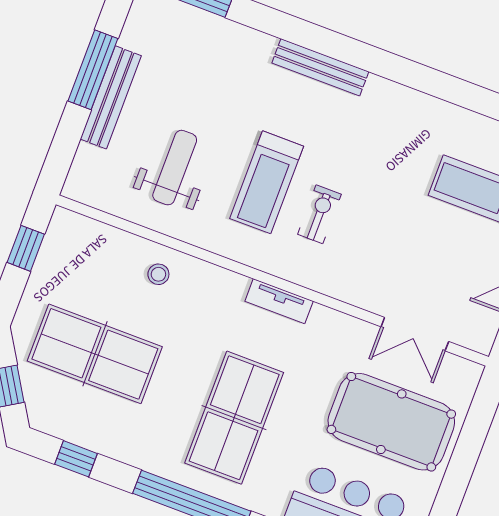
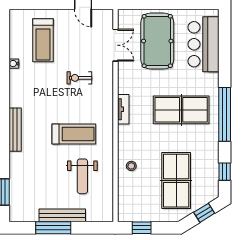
water cooler: (455, 115) -> (14, 64), added
weight bench: (175, 168) -> (82, 176), turned -90
exercise bike: (319, 214) -> (79, 78), moved

